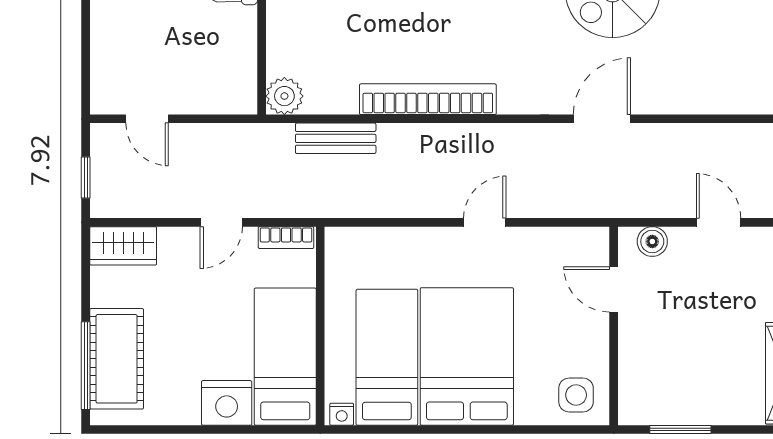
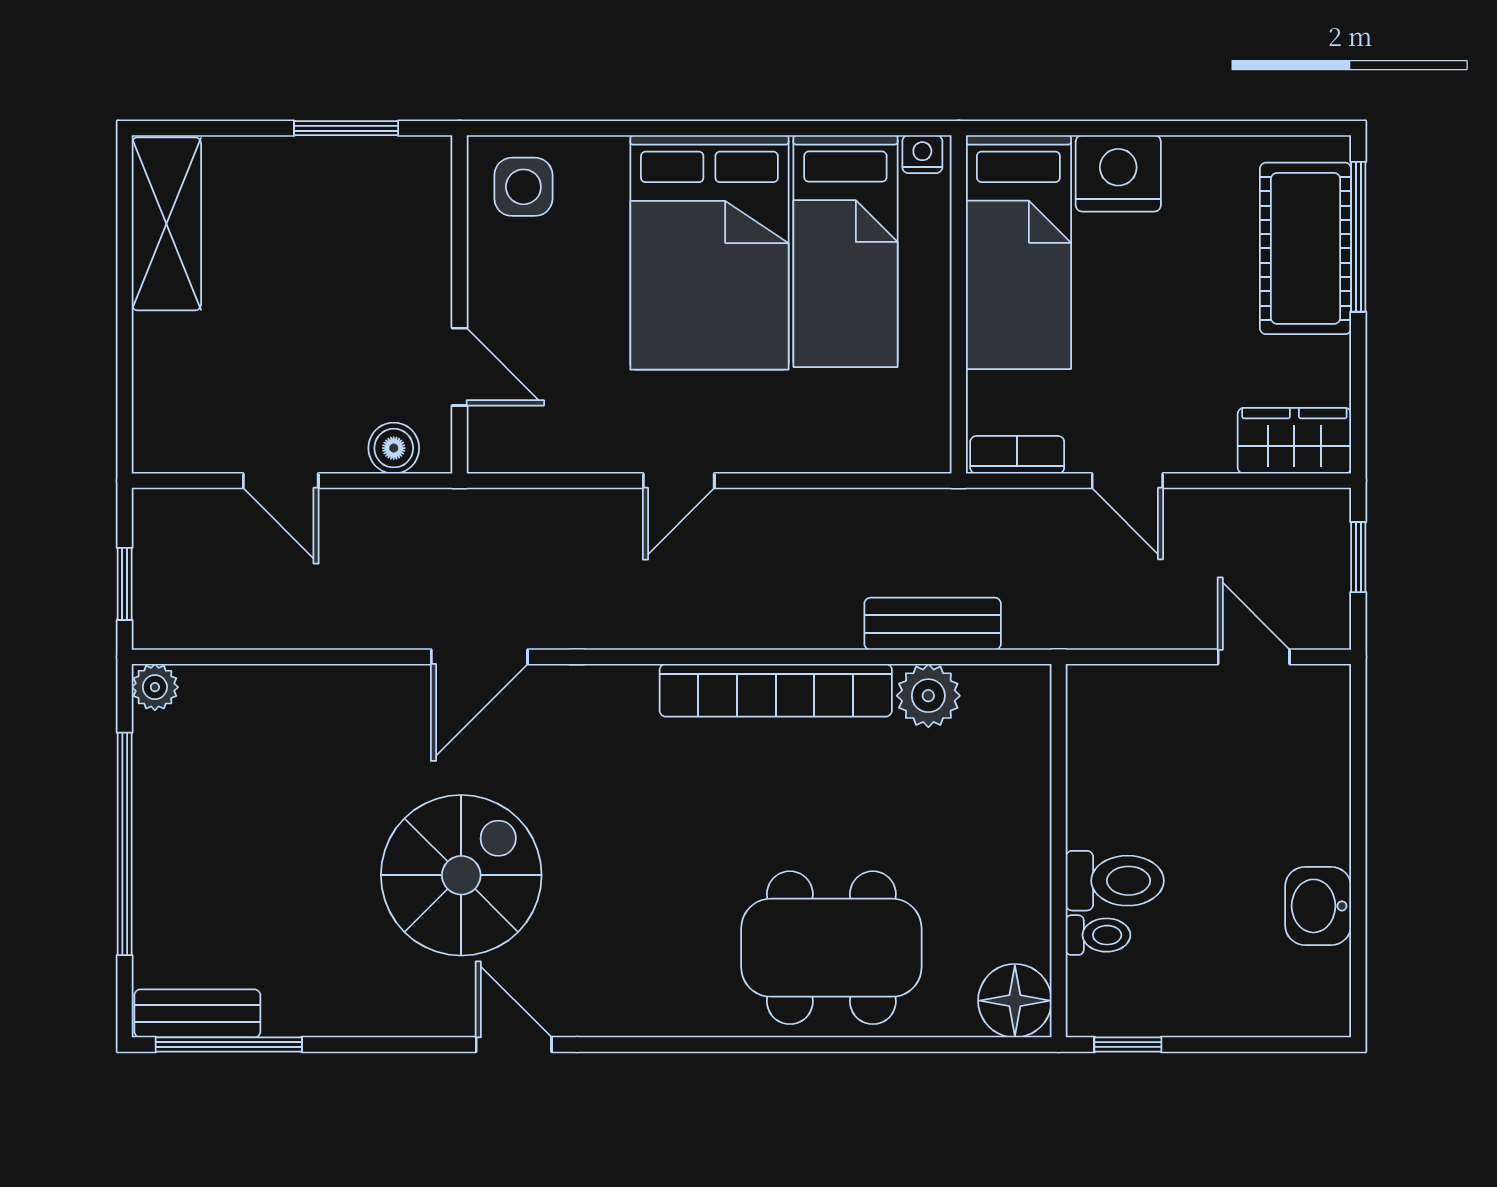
plant: (284, 96) -> (928, 696), moved
door: (221, 222) -> (1127, 481), swing flipped

